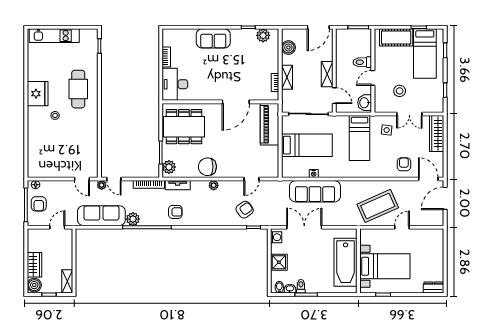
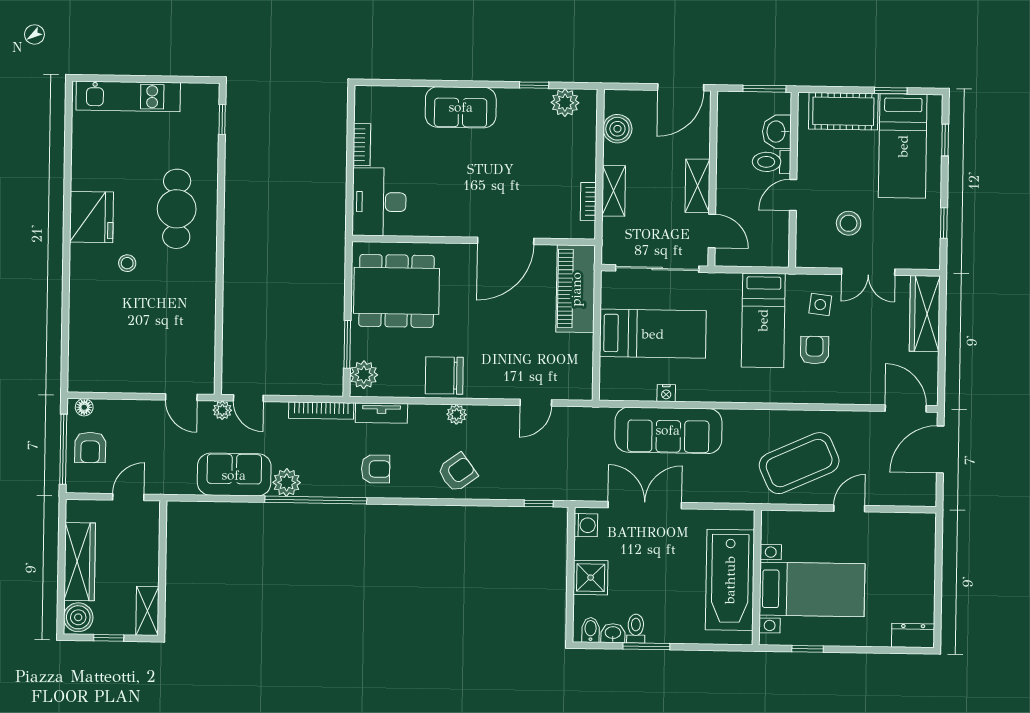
washbasin: (365, 103) -> (777, 132), moved
armchair: (404, 164) -> (814, 350), moved
armchair: (245, 210) -> (457, 472), moved
sofa: (101, 216) -> (234, 475), width x0.73
wardrobe: (35, 265) -> (80, 562), width x1.50

